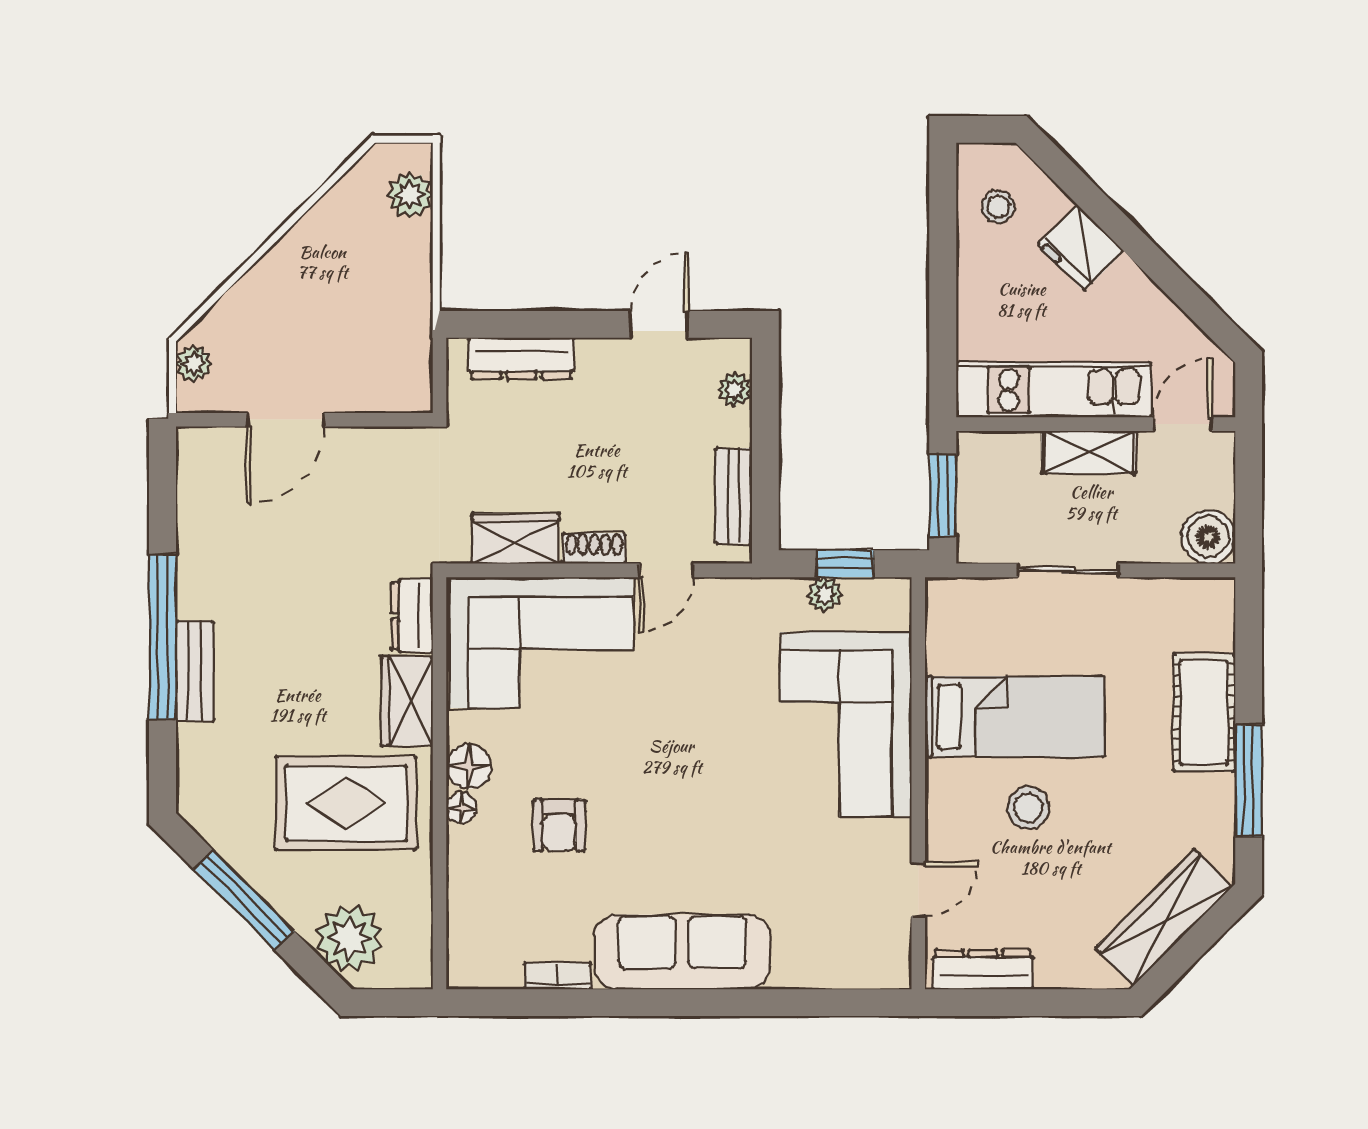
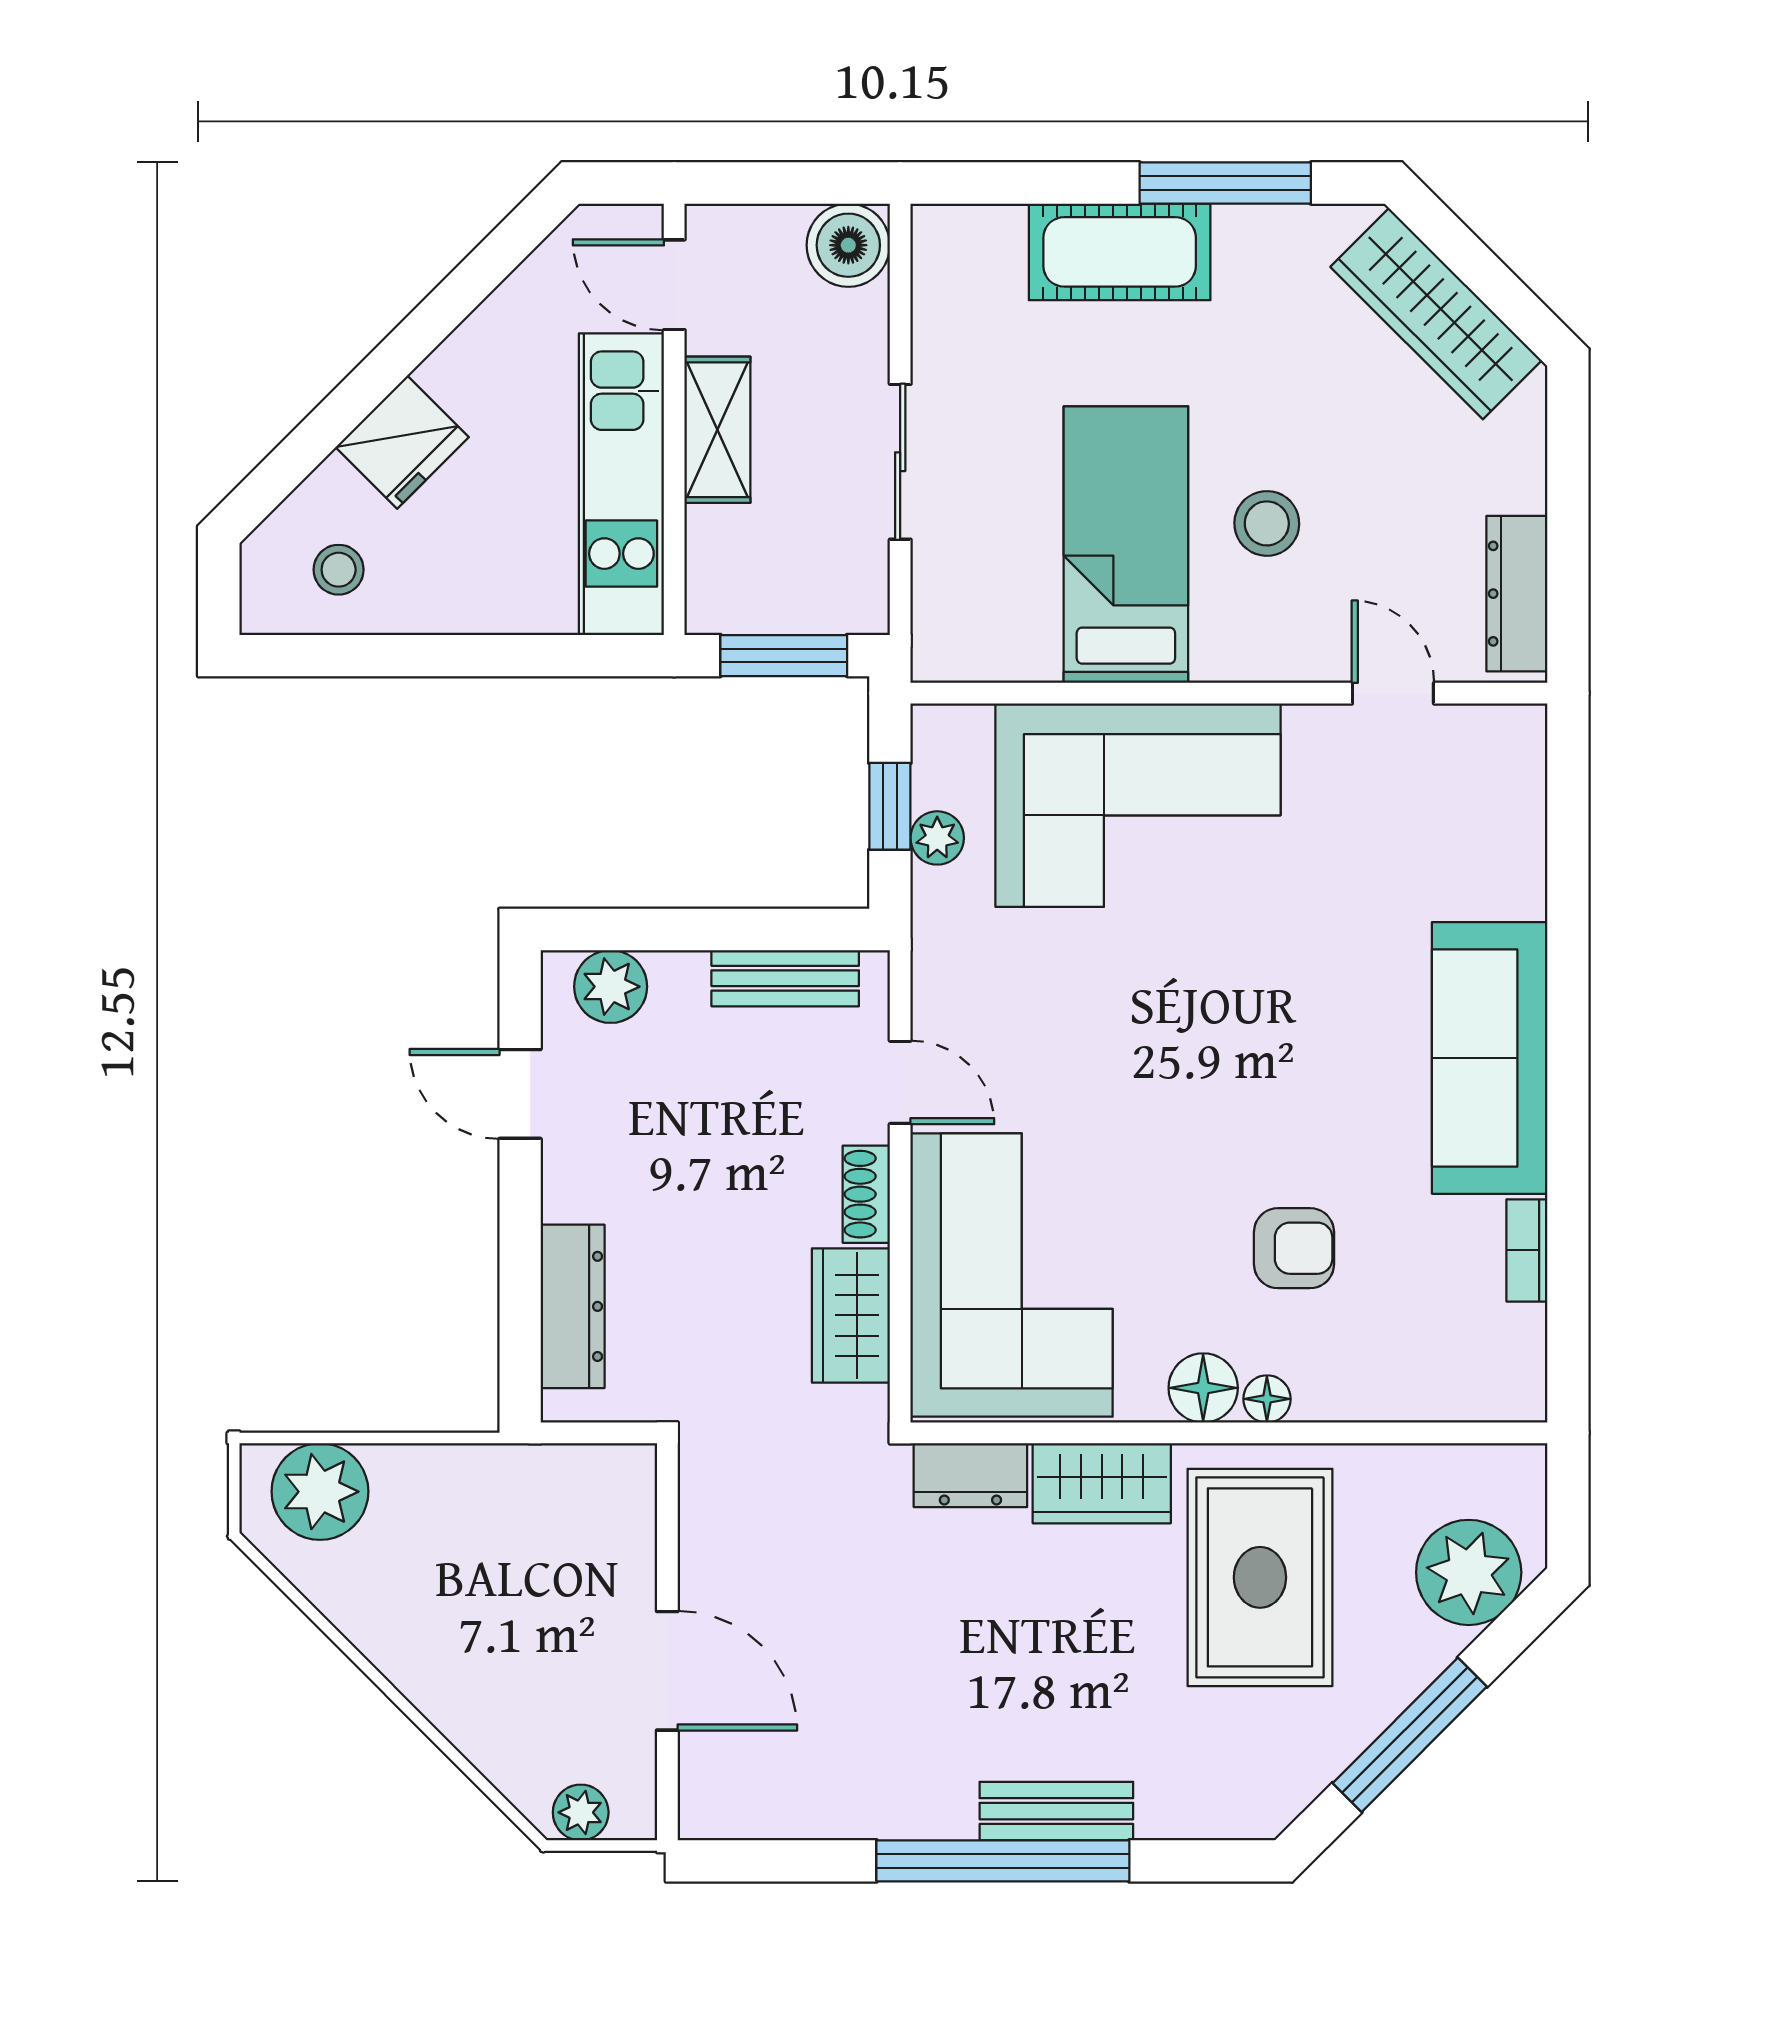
plant: (410, 195) -> (320, 1492), width x1.36, depth x1.36
plant: (735, 389) -> (611, 987), width x1.38, depth x1.38

